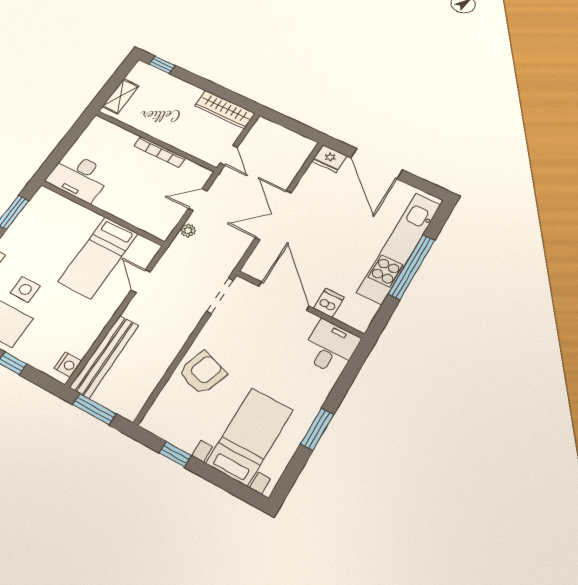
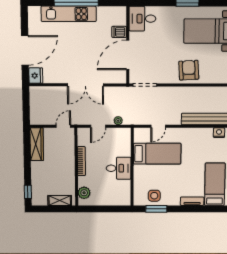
plant: (109, 132) -> (84, 193), added
desk: (79, 177) -> (119, 168), moved, width x0.73
door: (198, 200) -> (98, 126), hinge flipped
kitchen unit: (399, 248) -> (69, 14), width x0.73
side table: (25, 289) -> (154, 196), moved
armchair: (202, 373) -> (189, 70), turned 68

